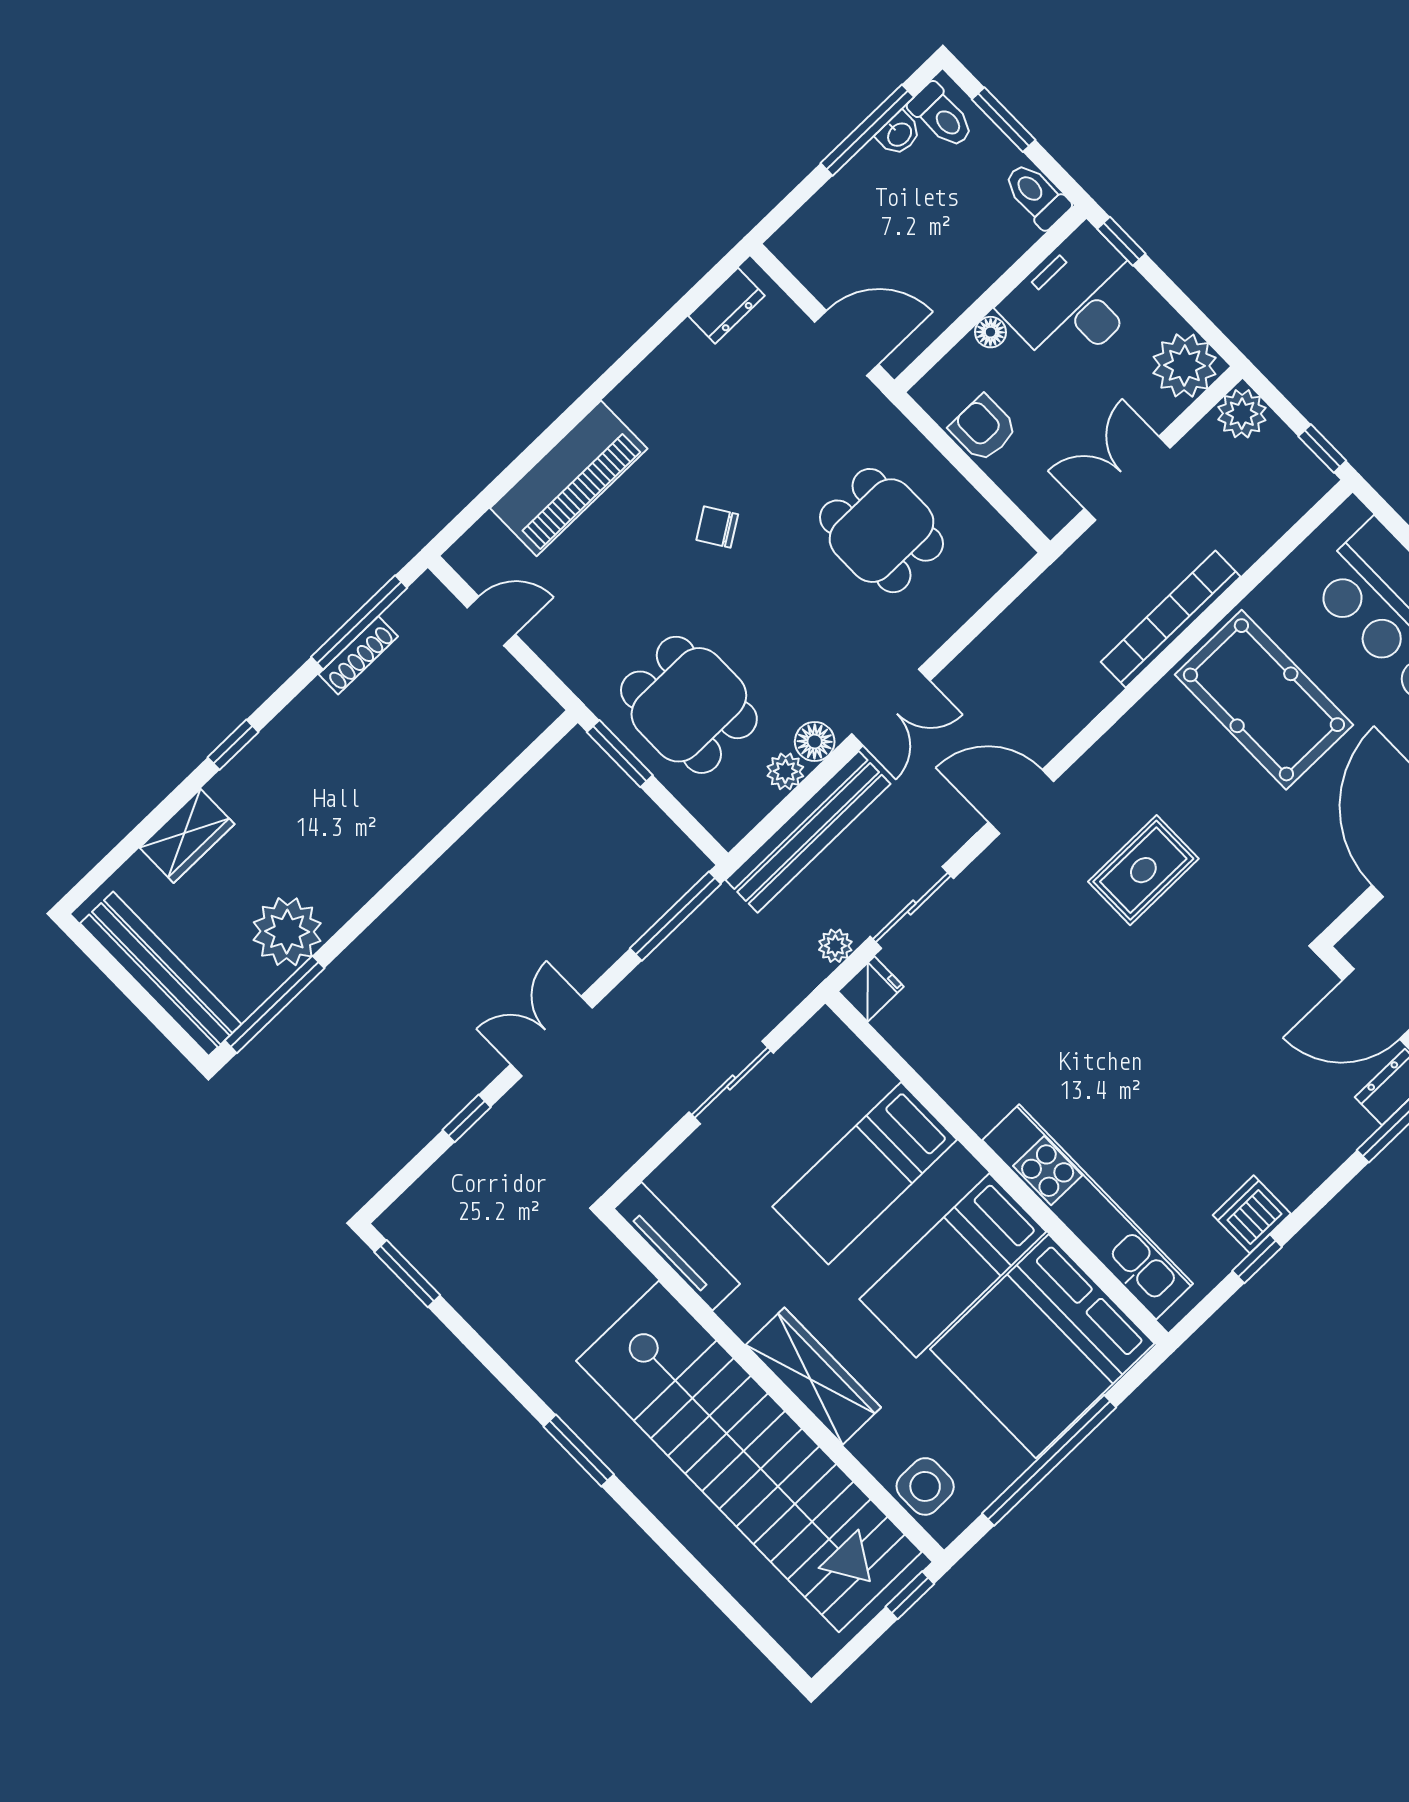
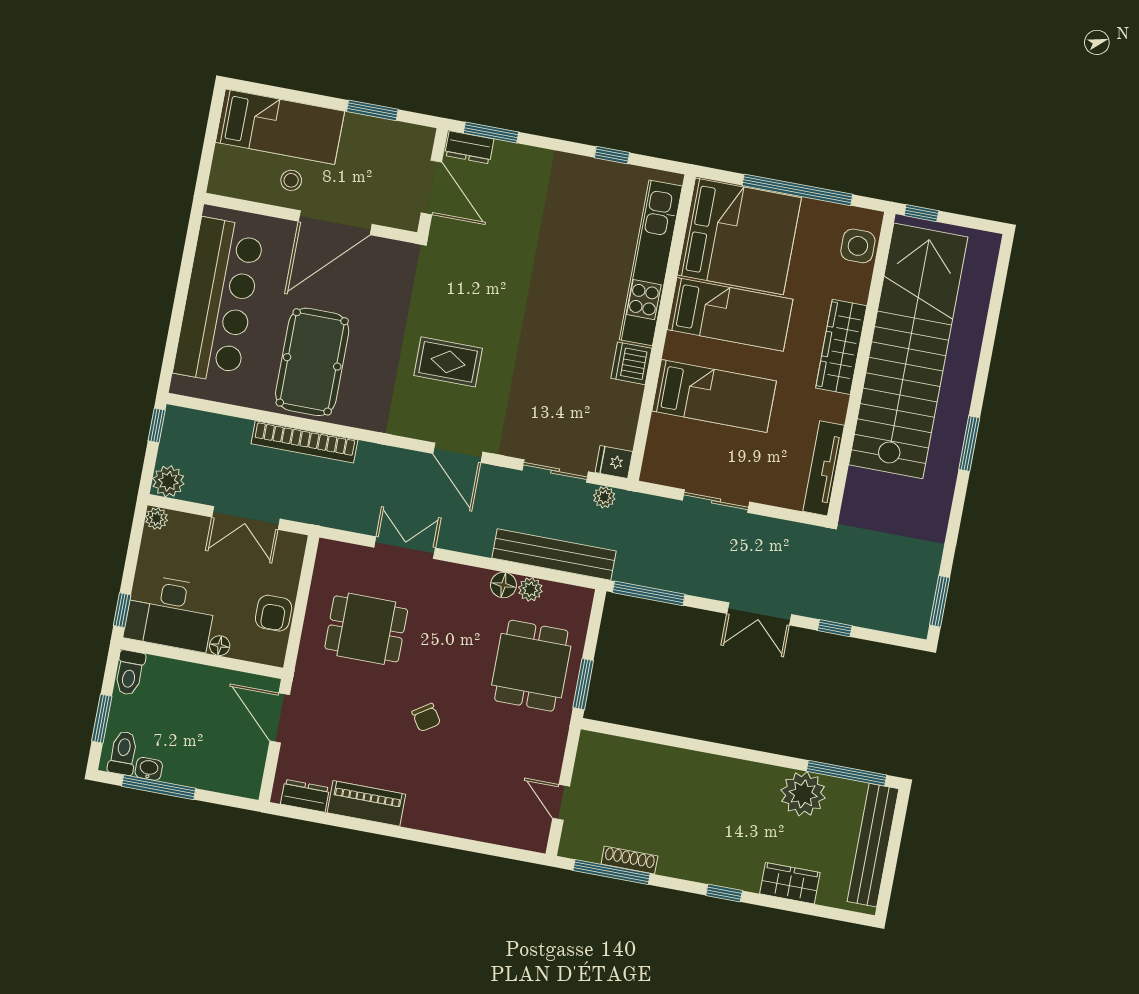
plant: (1185, 365) -> (156, 518), width x0.53, depth x0.53
piano: (569, 478) -> (366, 803), moved, width x0.73, depth x0.75
dining table: (882, 531) -> (366, 629), turned 90
double door: (891, 707) -> (405, 548), moved
dishwasher: (1252, 1214) -> (631, 363), moved, turned 90

